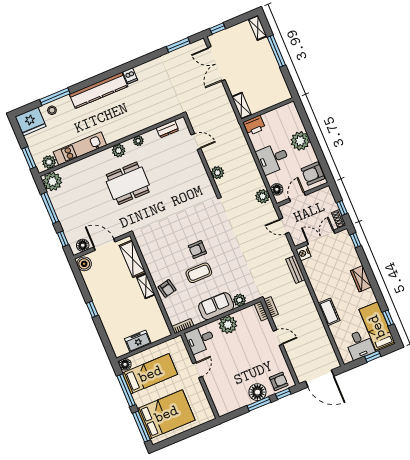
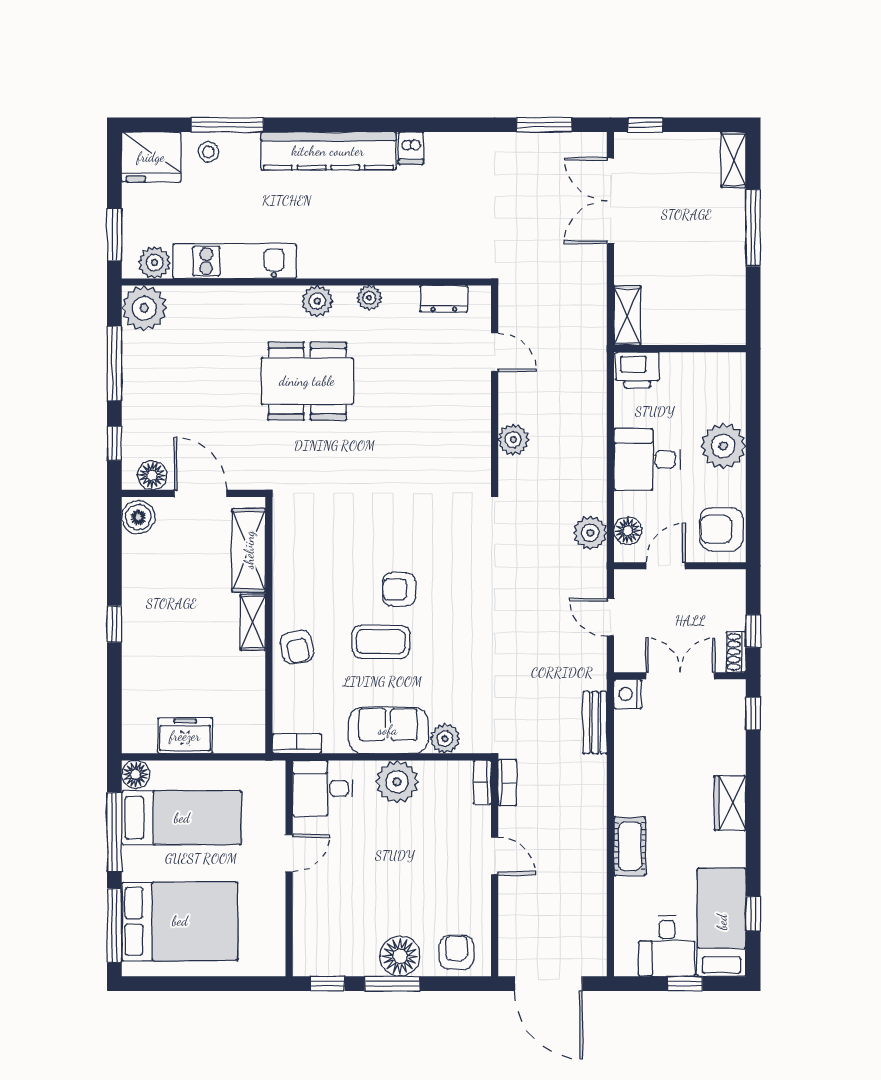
armchair: (279, 381) -> (456, 952), turned -90
window: (283, 394) -> (327, 984), moved

